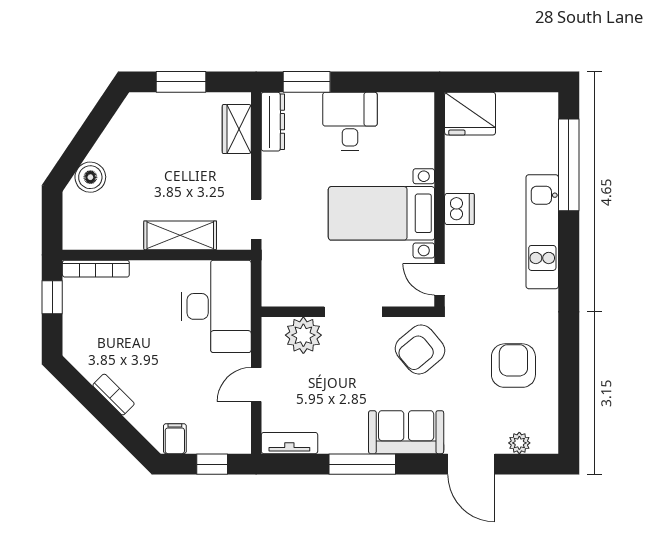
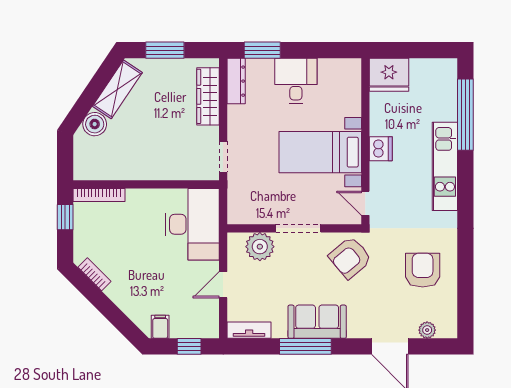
wardrobe: (237, 129) -> (208, 96), width x1.50
shelving: (180, 235) -> (117, 89), moved, turned -56
bookcase: (114, 395) -> (94, 274), moved
sofa: (406, 432) -> (317, 322), moved

